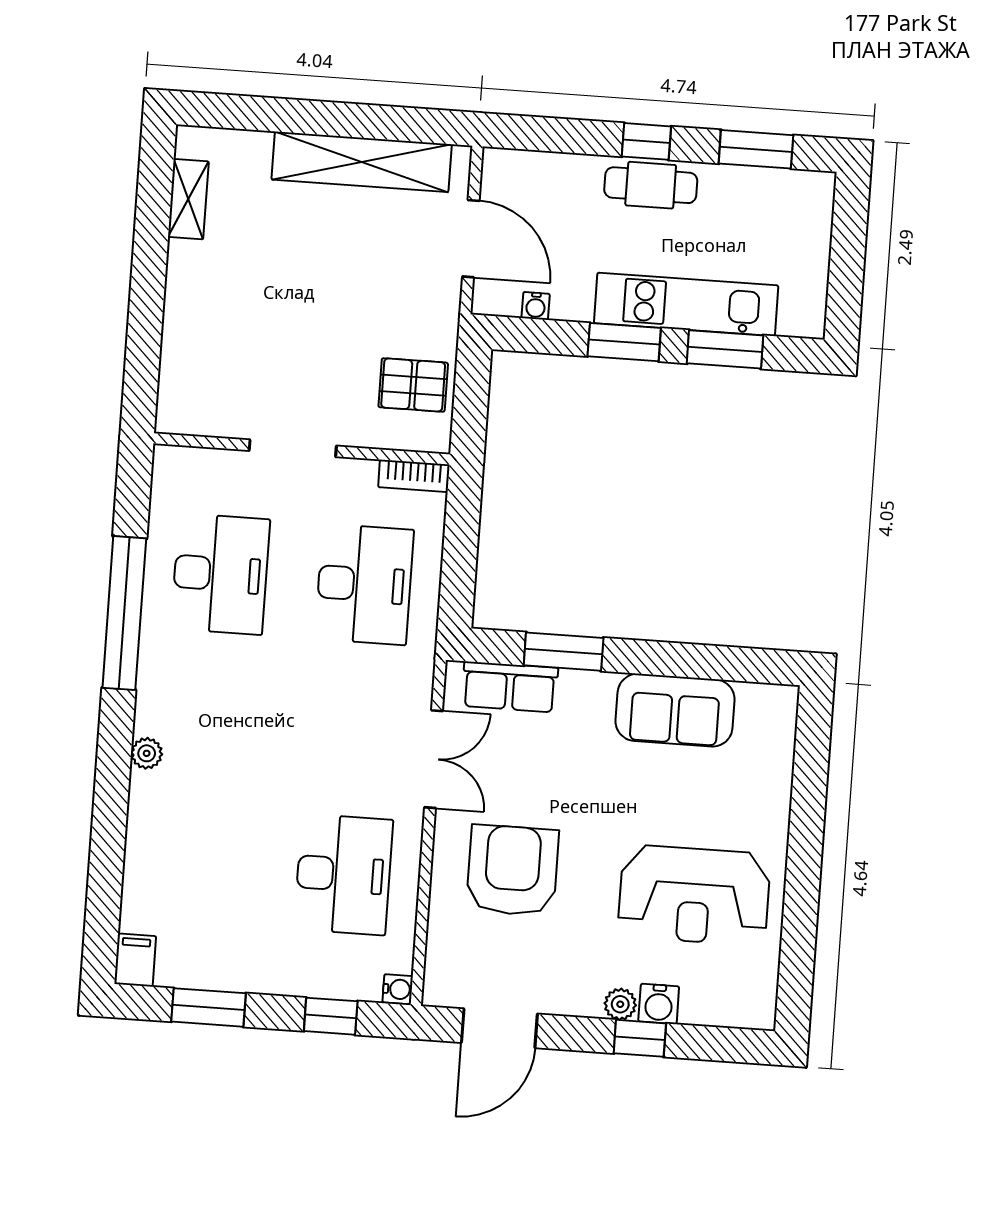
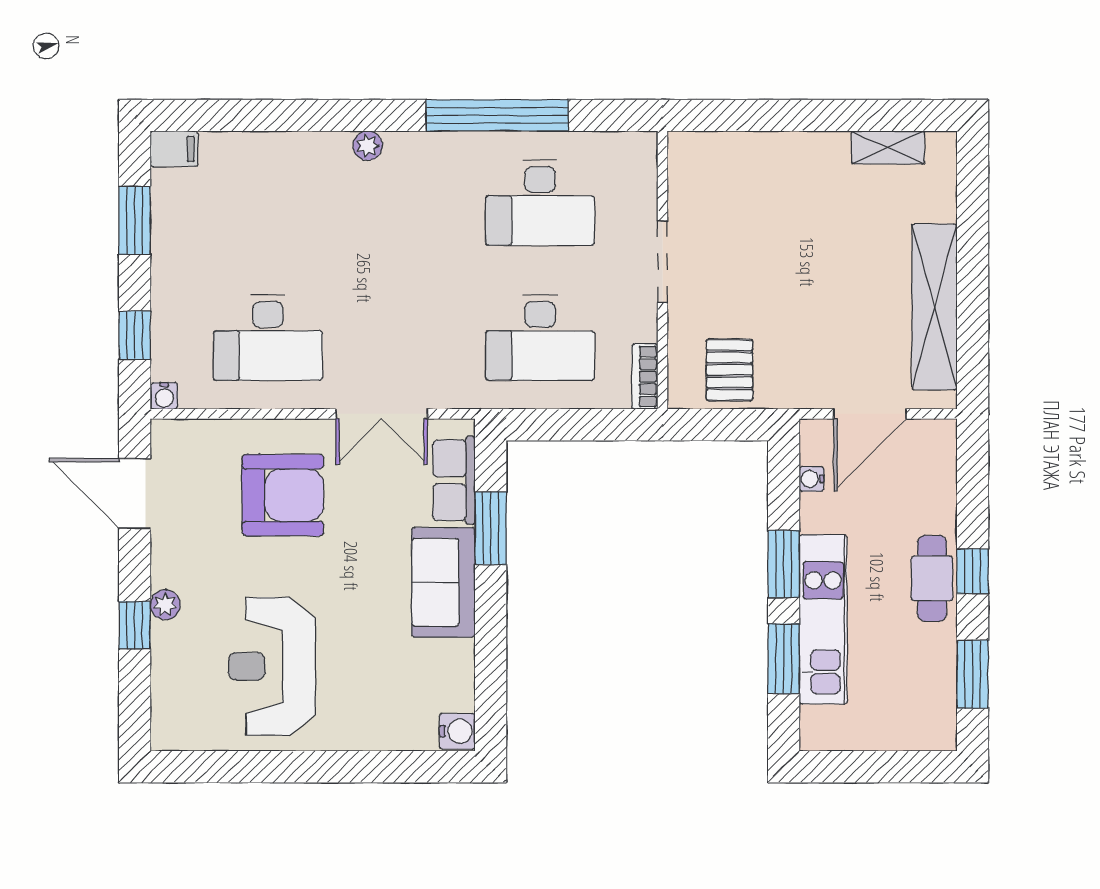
sofa: (675, 710) -> (443, 582), moved
water cooler: (659, 1004) -> (457, 731), moved, turned 180

